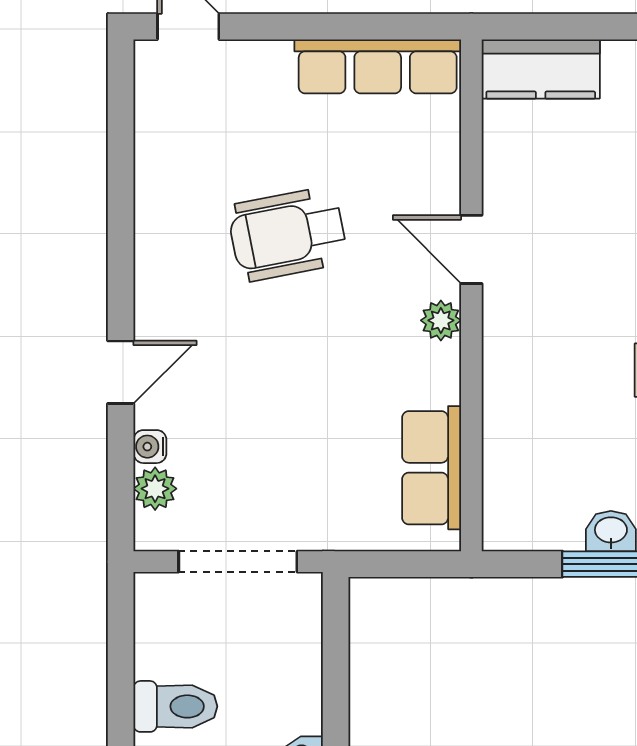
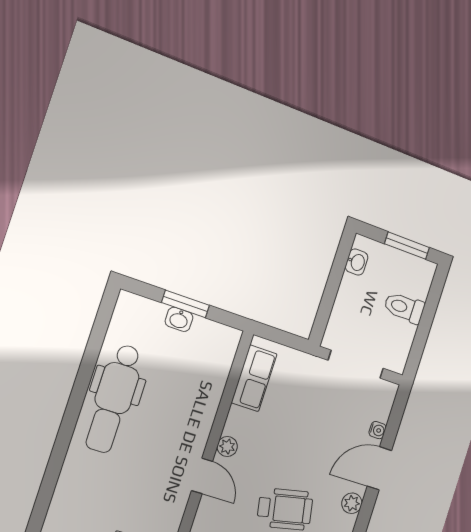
door: (121, 372) -> (379, 468), width x1.38
plant: (155, 489) -> (352, 503), moved

